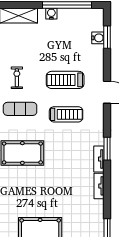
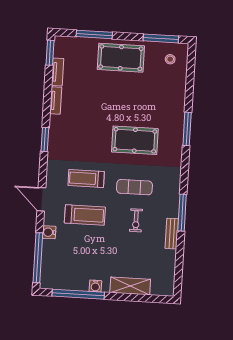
window: (107, 37) -> (38, 258), width x2.11
water cooler: (98, 38) -> (49, 232), moved
tv unit: (99, 159) -> (58, 72), moved

